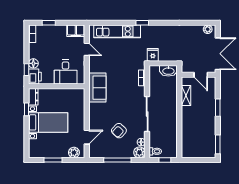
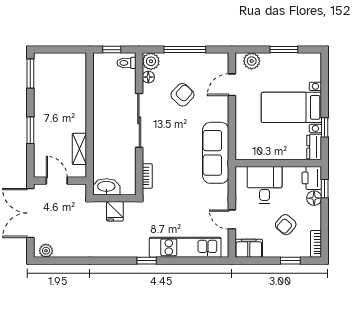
armchair: (52, 46) -> (286, 225), added
fridge: (153, 55) -> (115, 211), moved
sofa: (97, 88) -> (216, 153), width x1.36

